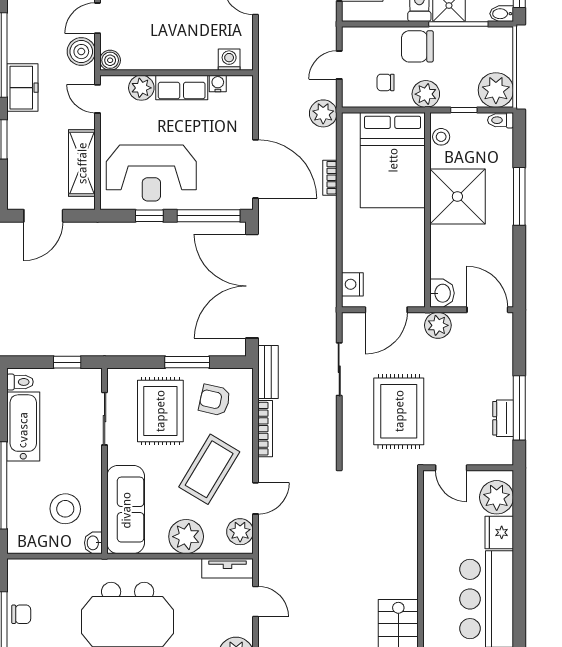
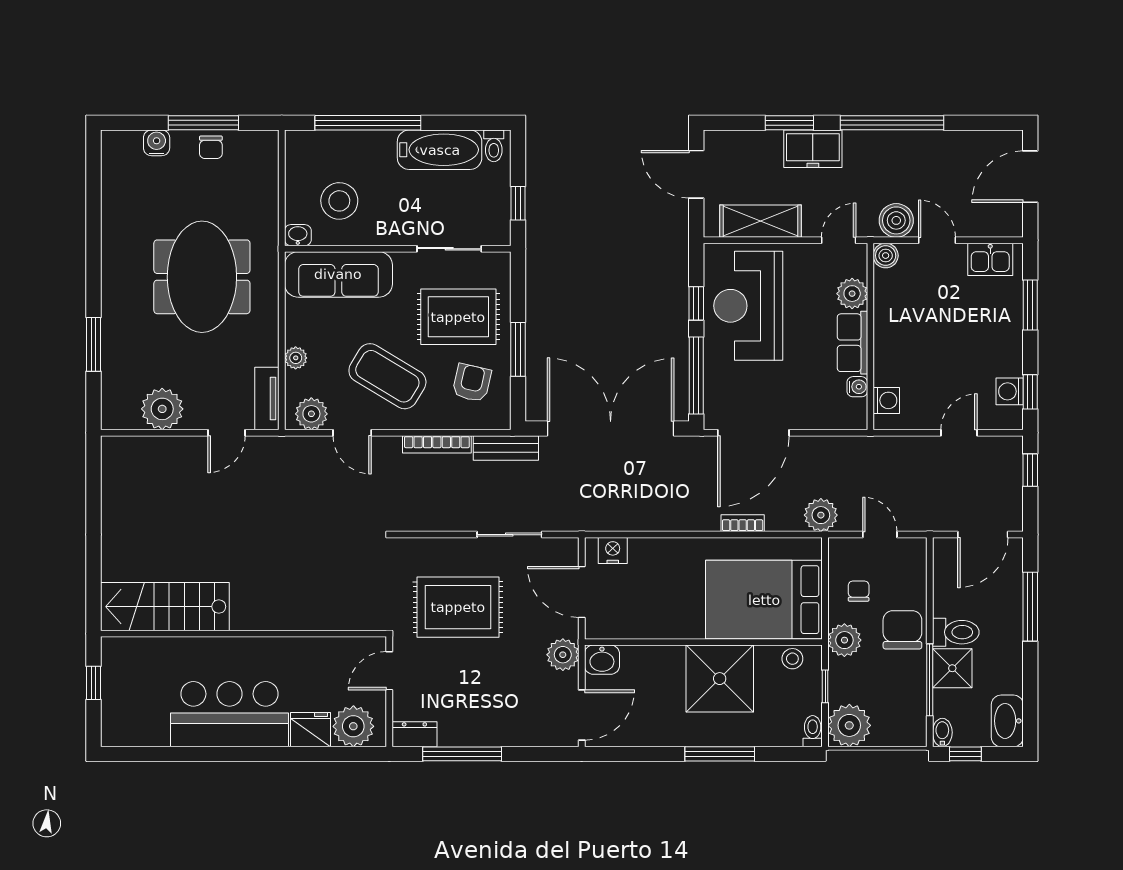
freezer: (22, 88) -> (813, 149), moved
dresser: (503, 418) -> (414, 734), moved
plant: (186, 537) -> (296, 358), width x0.53, depth x0.53

